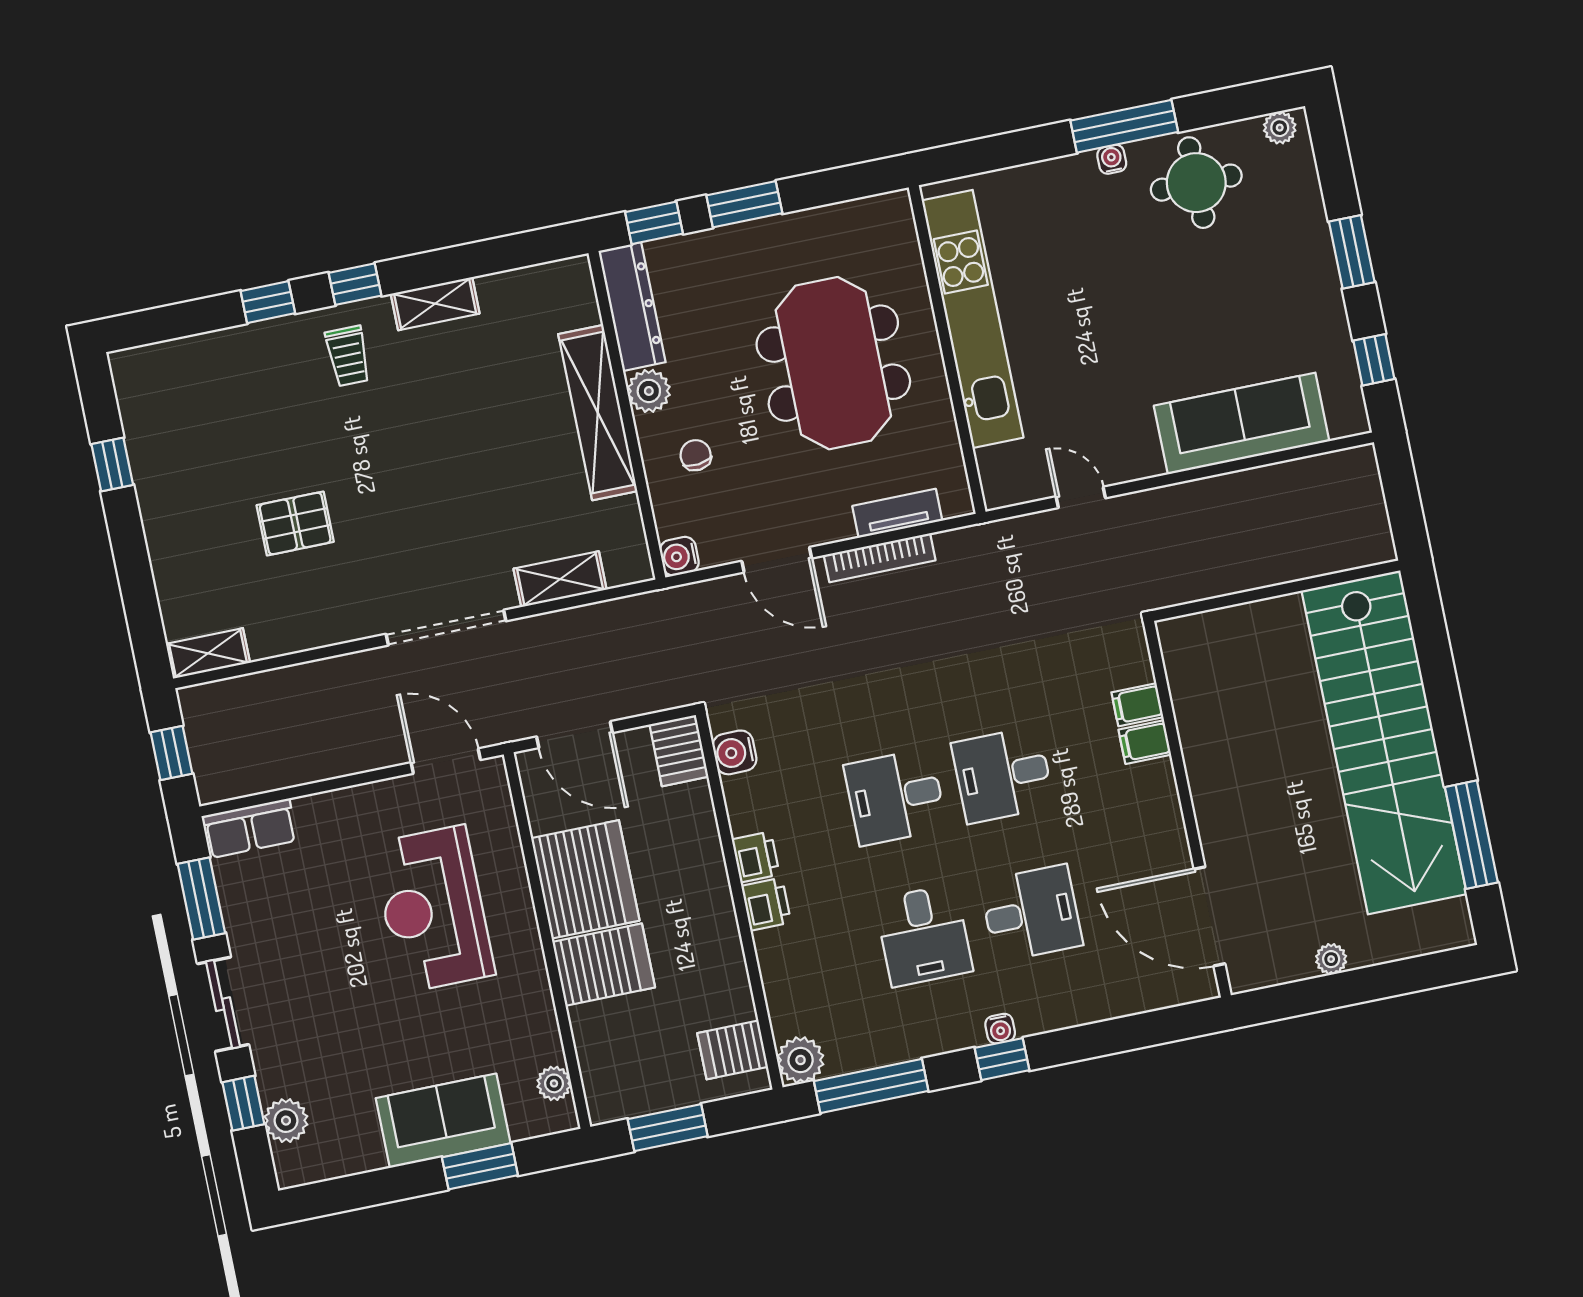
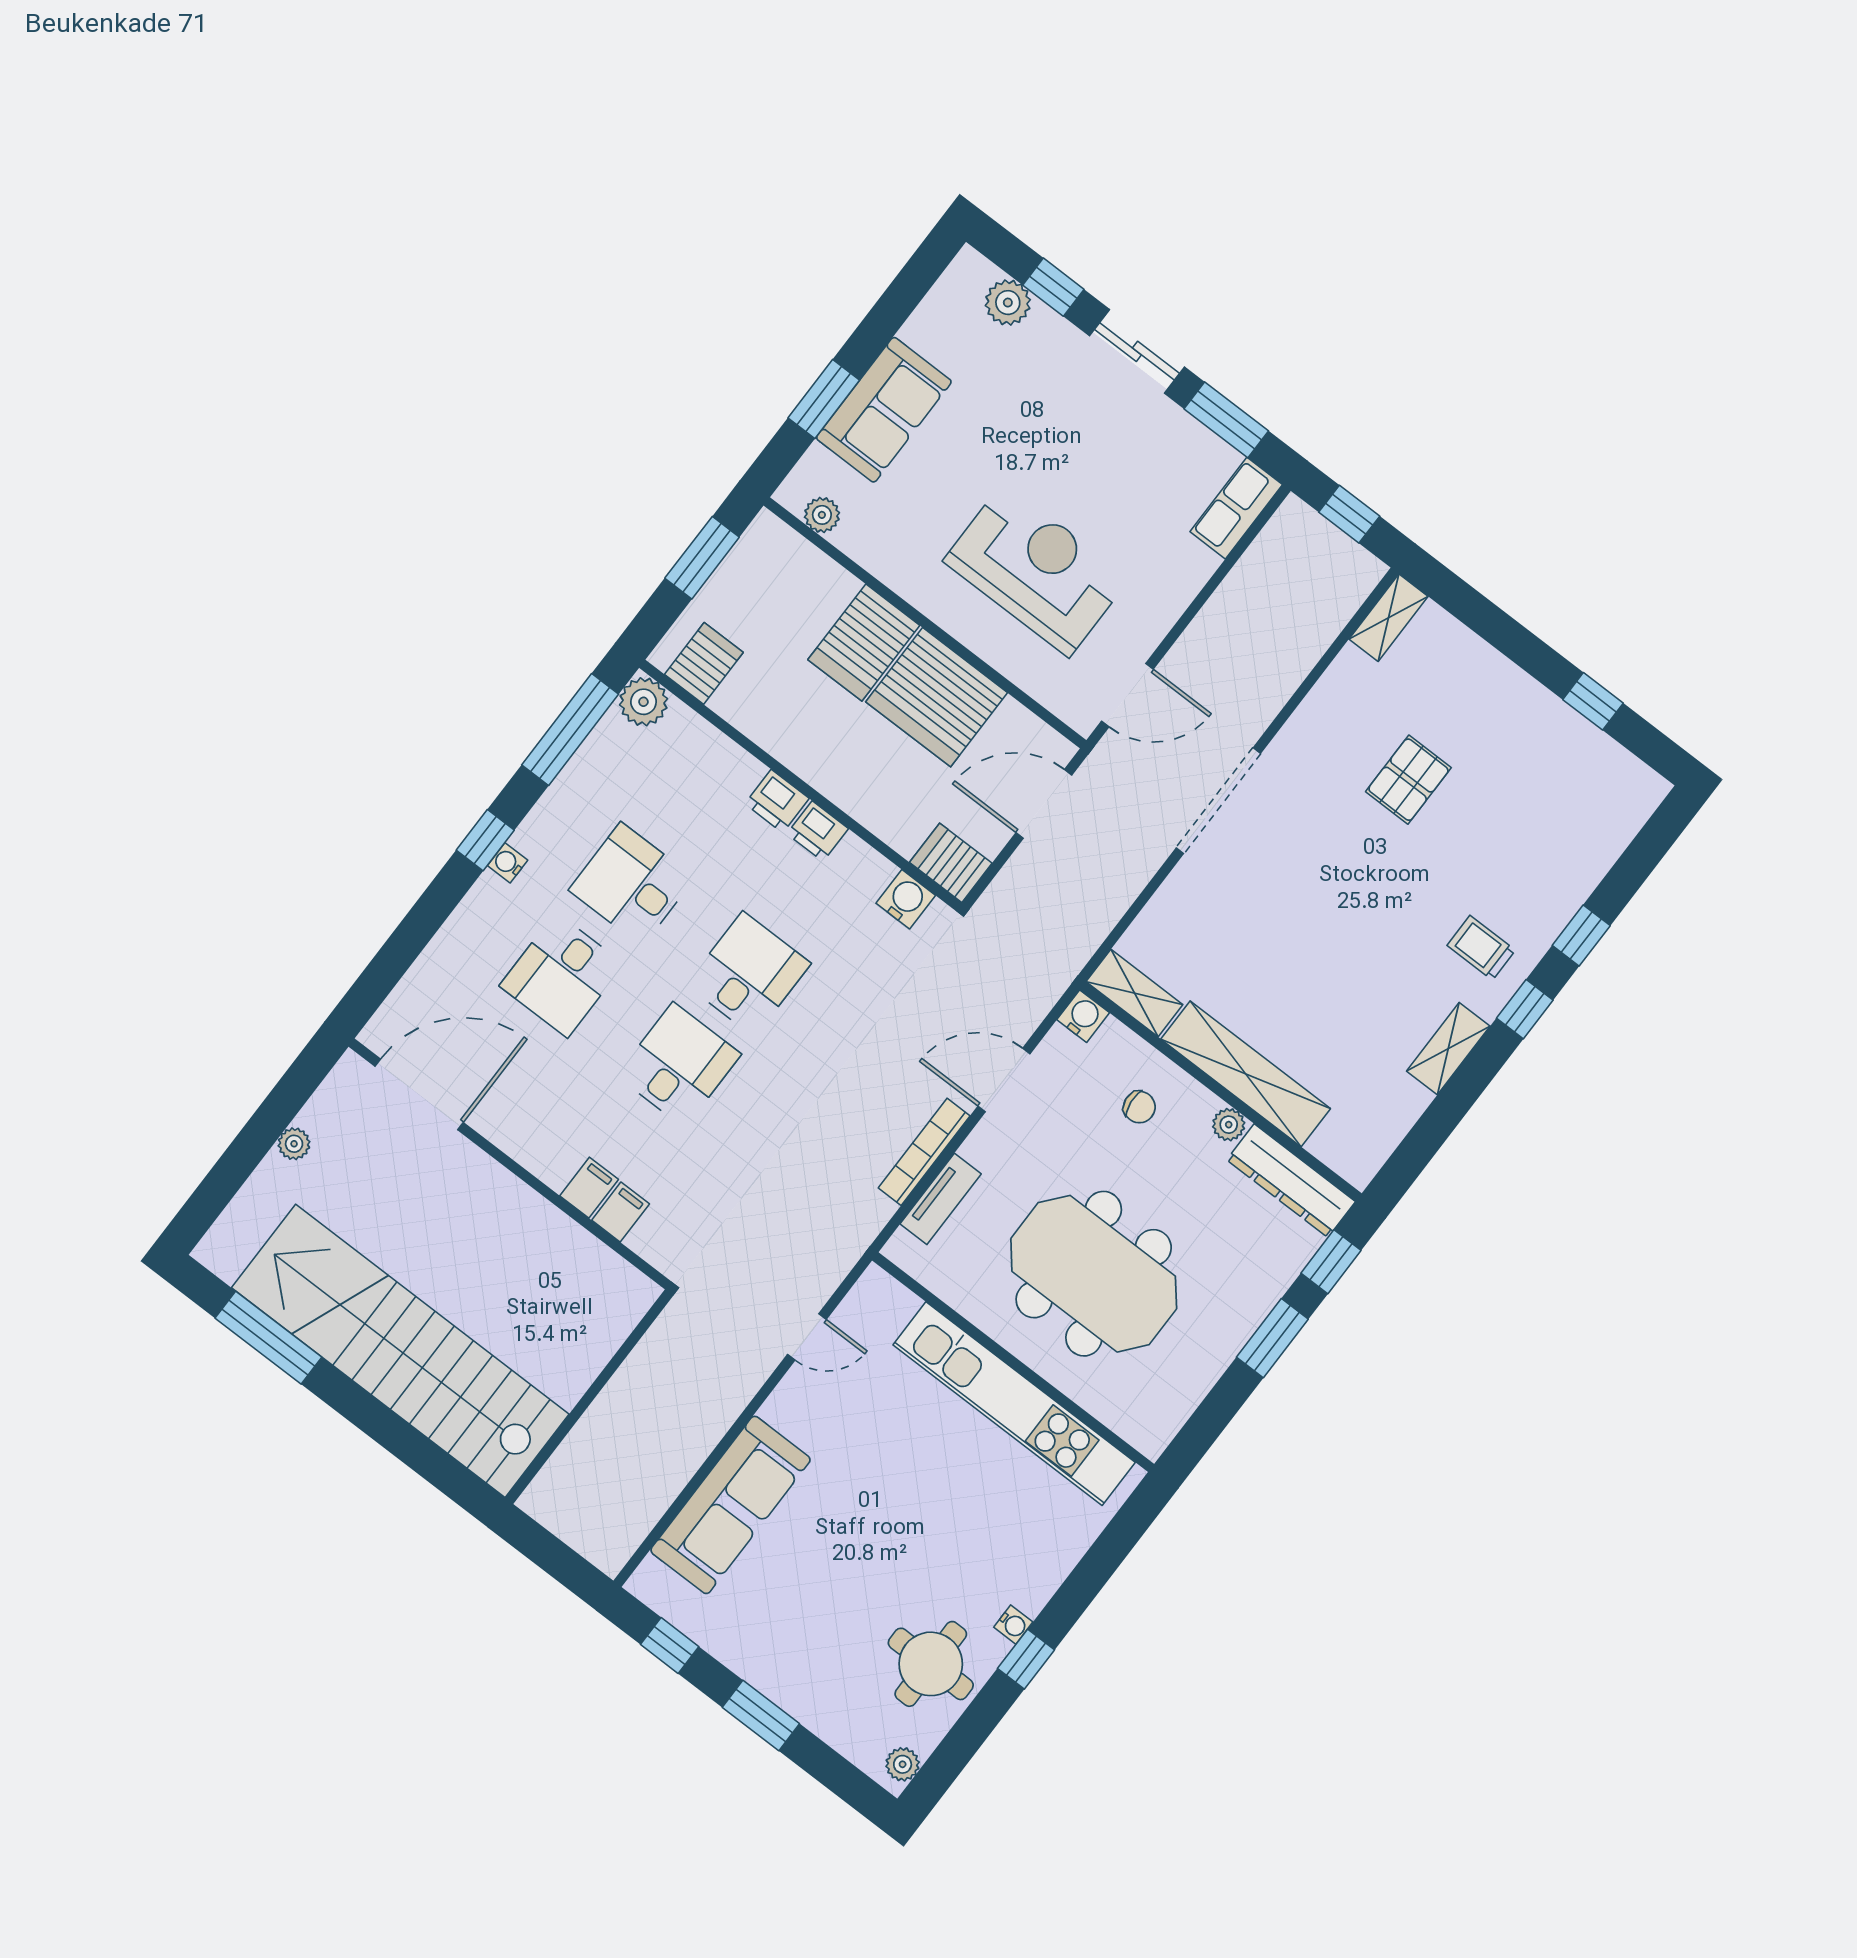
window: (1124, 126) -> (1026, 1659), width x0.46
plant: (649, 391) -> (1229, 1125), width x0.73, depth x0.73
shelving: (560, 579) -> (1134, 993), moved, turned 90

